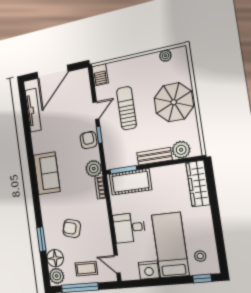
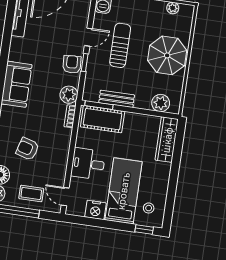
bench: (154, 156) -> (117, 99), moved

